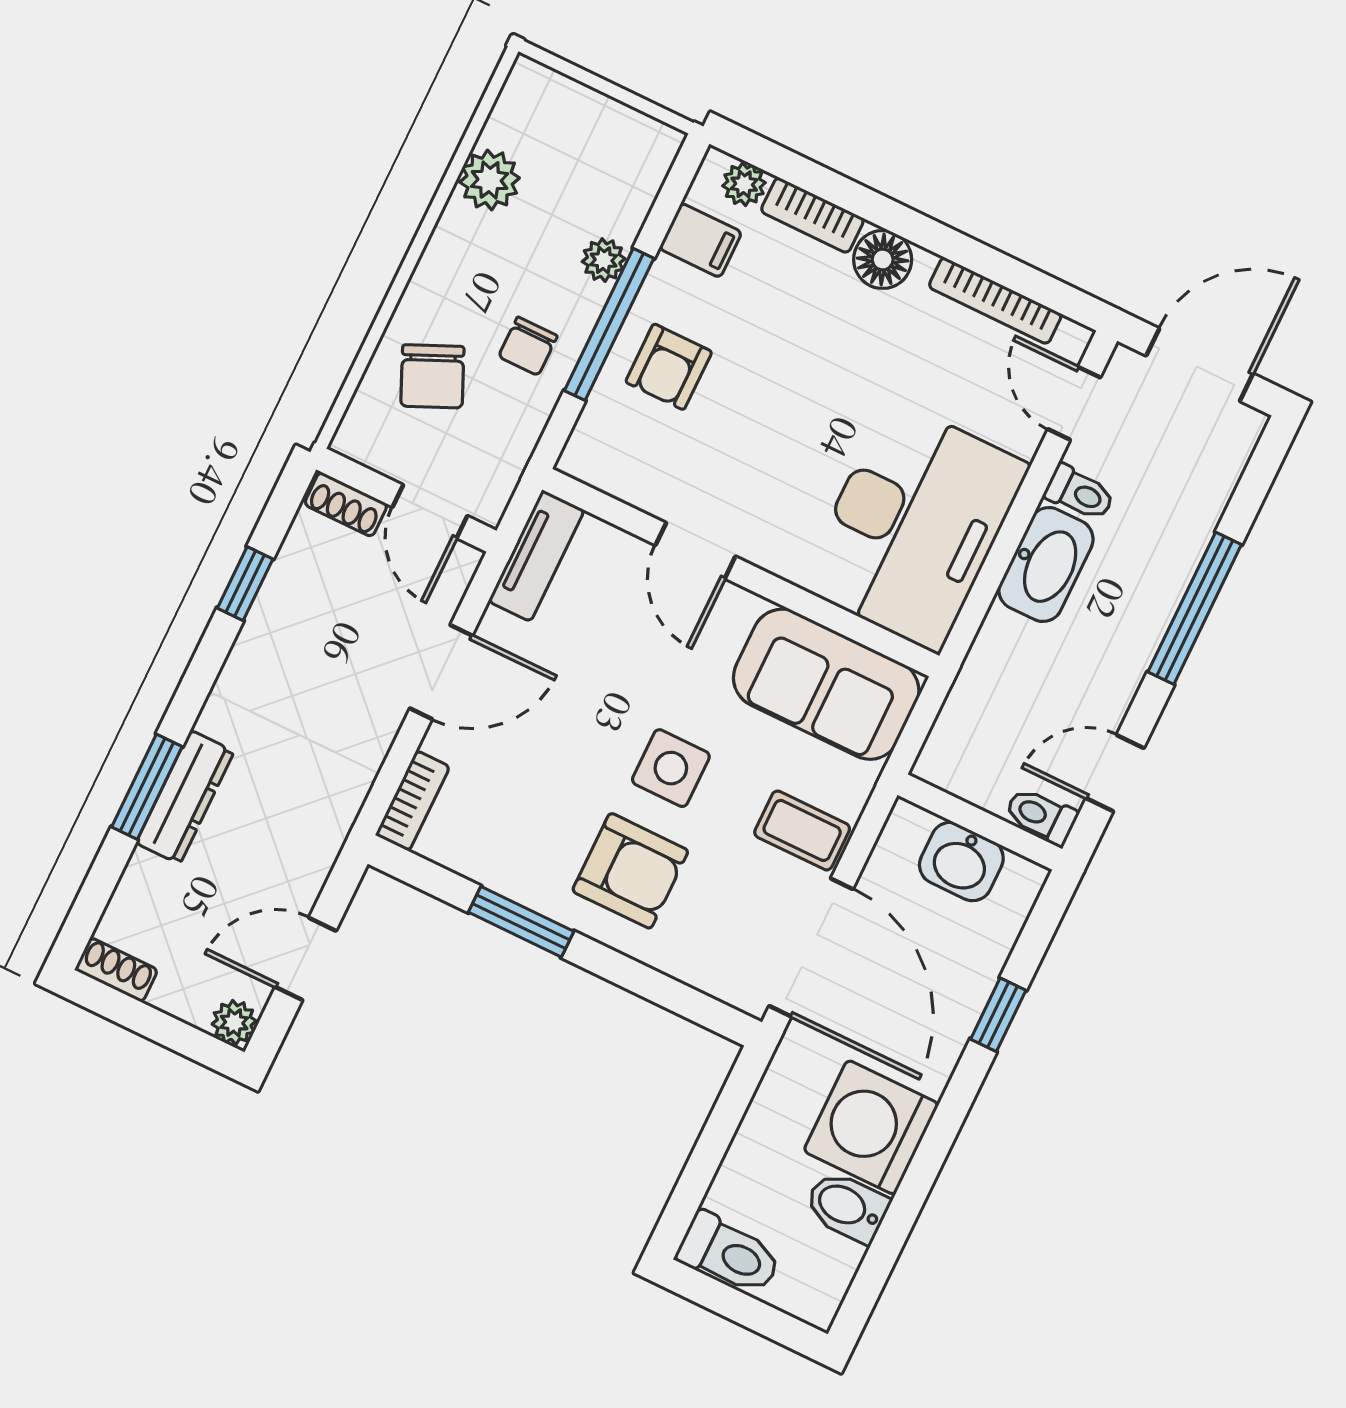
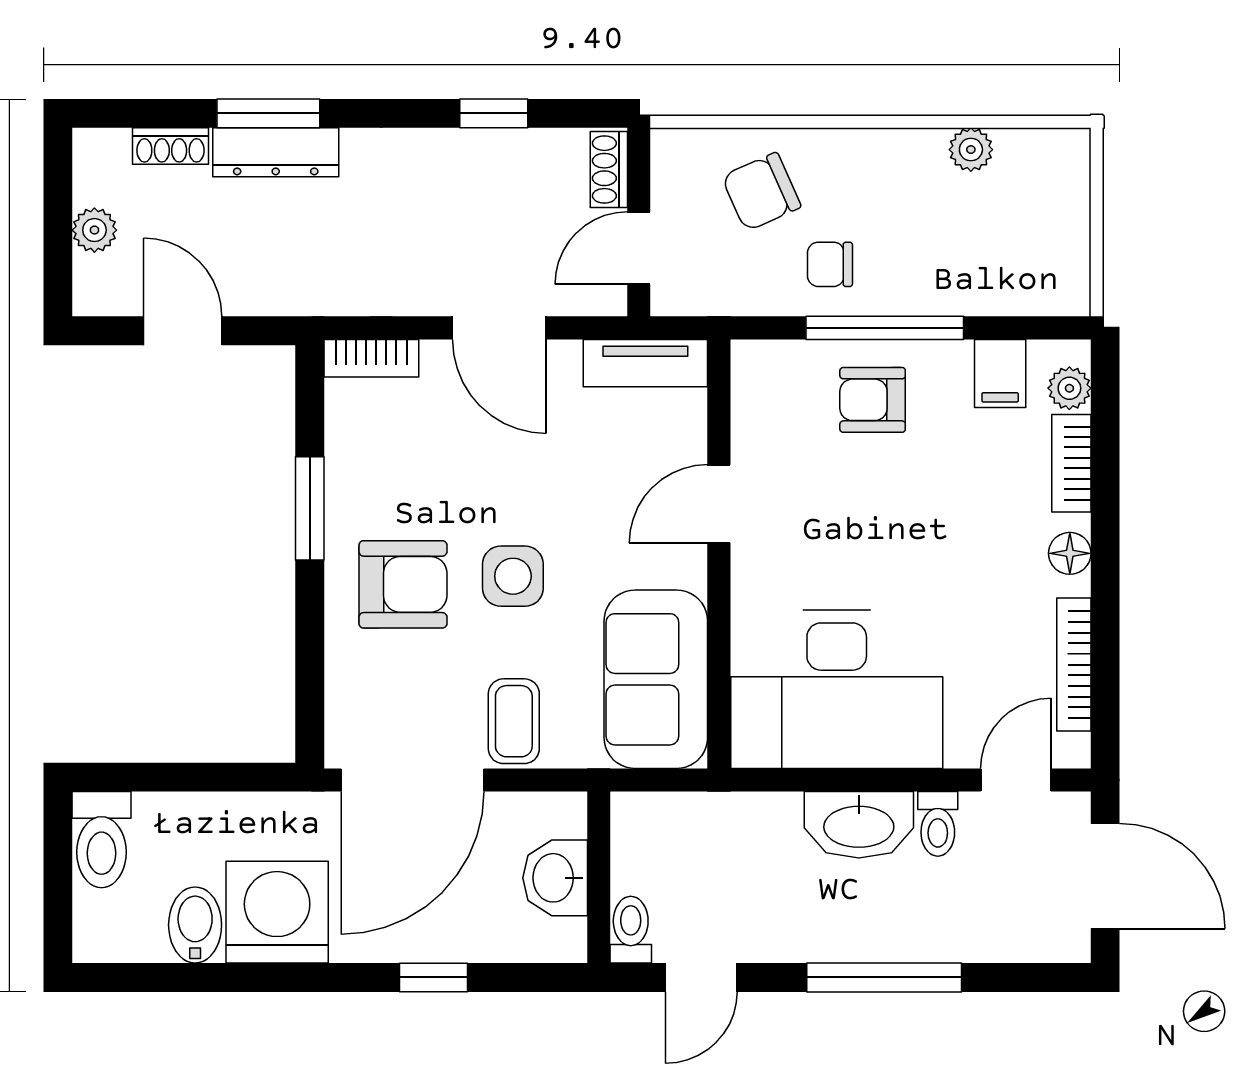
plant: (490, 180) -> (971, 150), width x0.73, depth x0.73
plant: (604, 260) -> (940, 295), removed
floor lamp: (883, 260) -> (1070, 553), width x0.73, depth x0.73
door: (1115, 773) -> (701, 977), swing flipped
armchair: (630, 871) -> (403, 584), turned -90
shoe rack: (116, 970) -> (170, 146), moved, turned 90
plant: (234, 1023) -> (94, 230), moved

